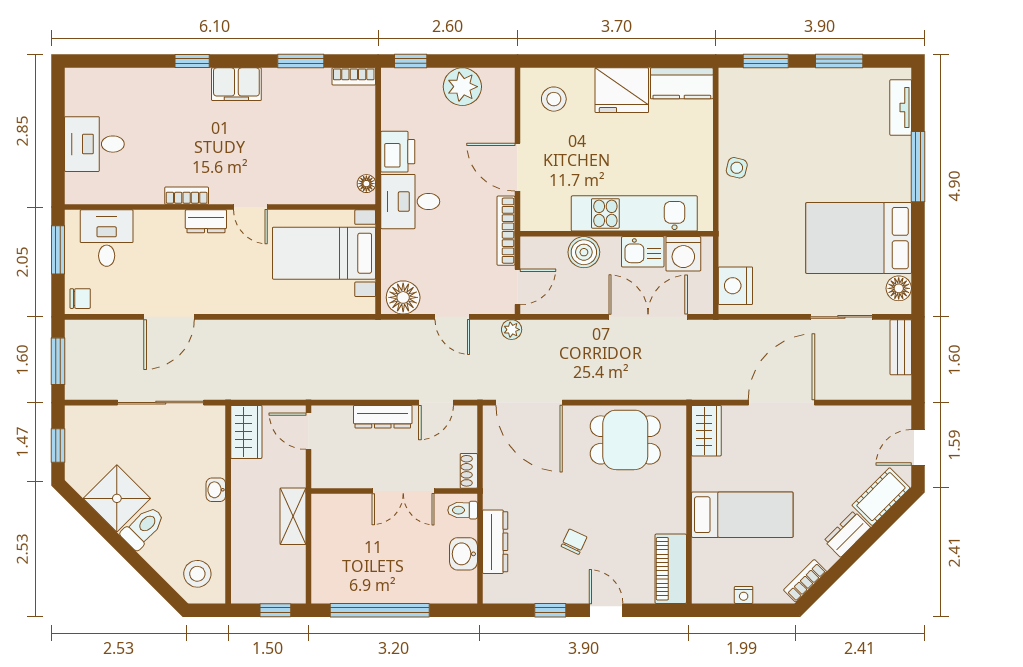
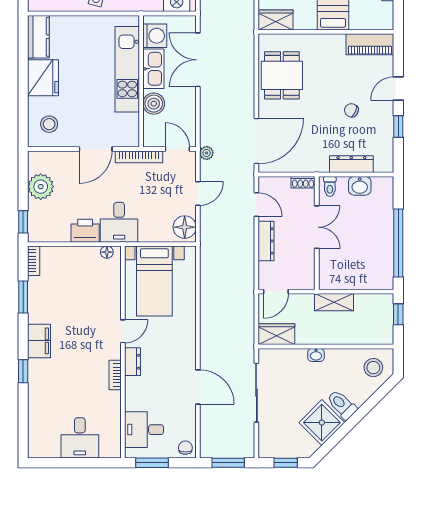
kitchen sink: (643, 252) -> (153, 69), width x1.38

